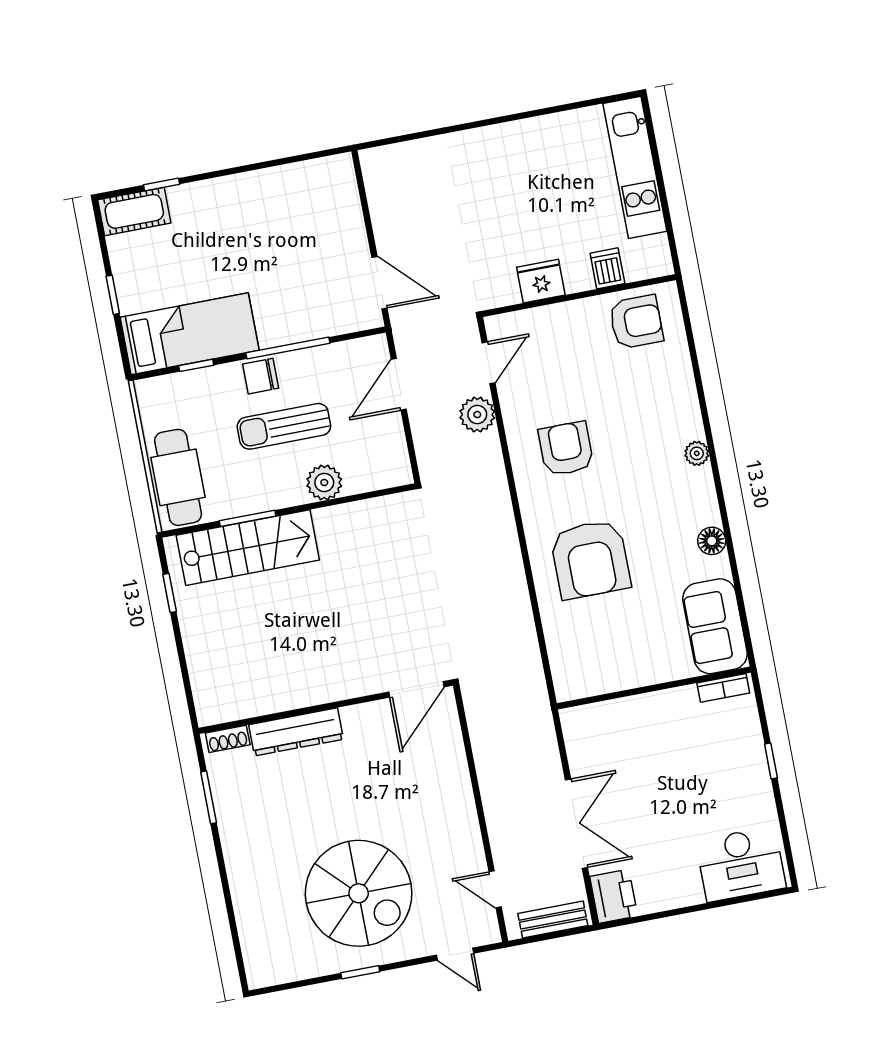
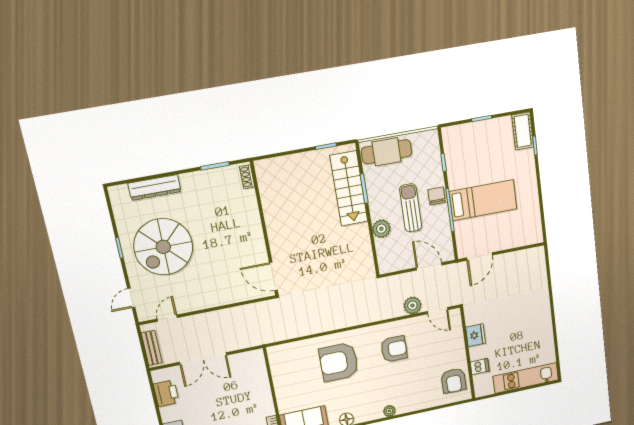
bed: (190, 334) -> (483, 200), moved, turned -90
dresser: (296, 732) -> (154, 187), moved, turned -90
printer: (614, 896) -> (166, 393), moved, turned -90

